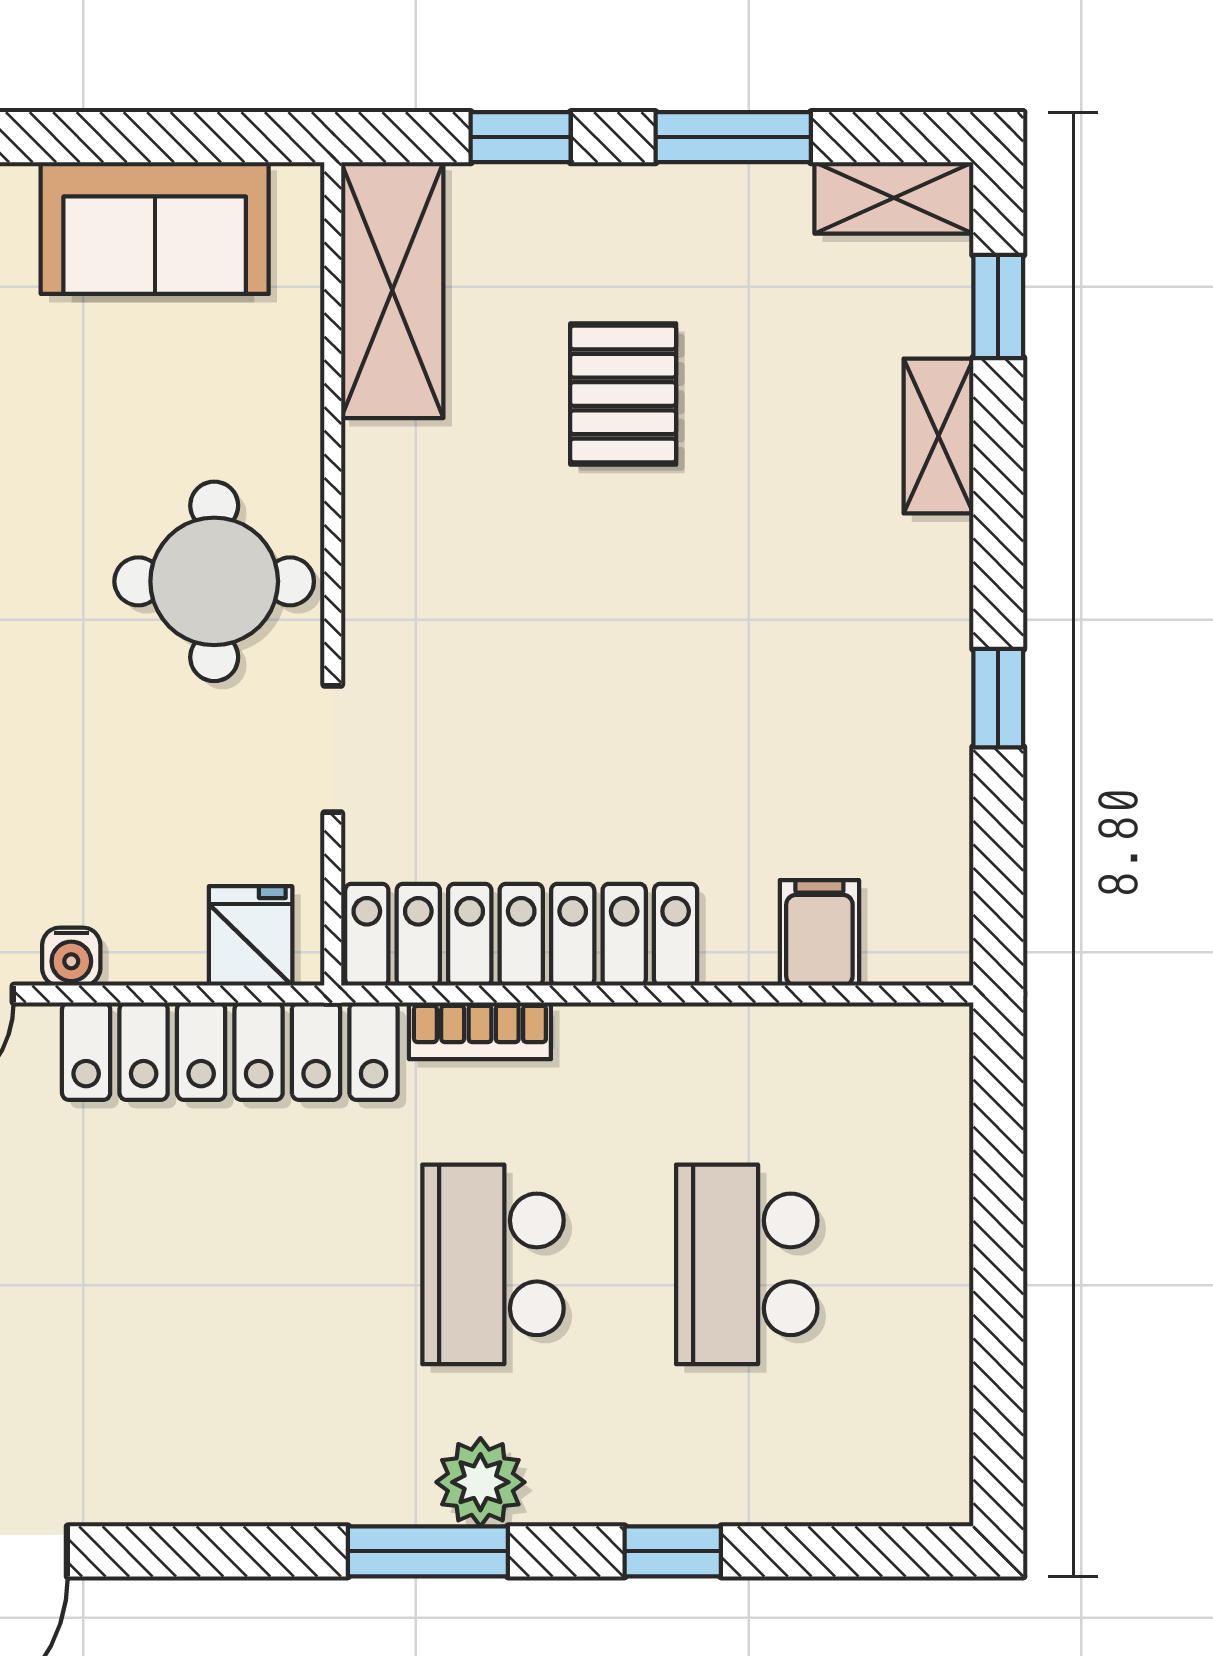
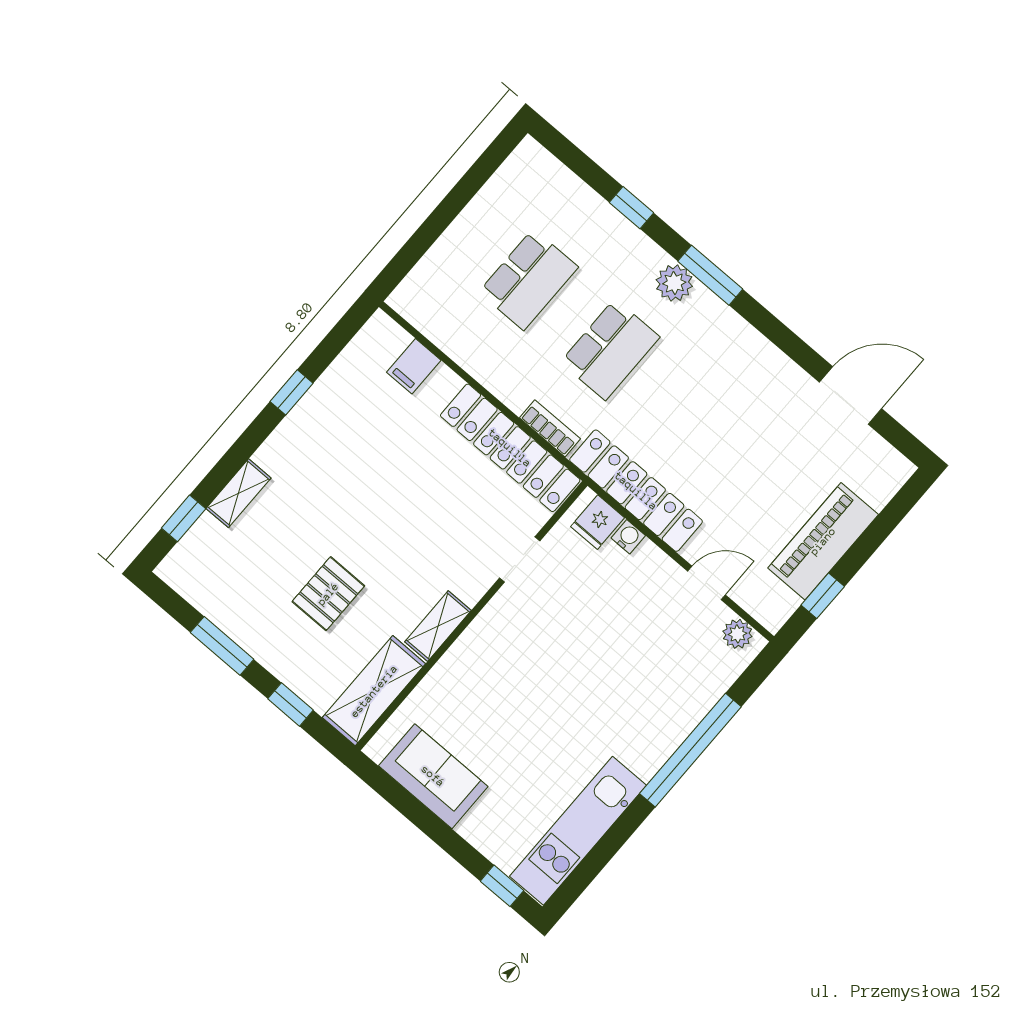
shelving: (894, 198) -> (438, 626), moved, turned 90
round table: (214, 581) -> (512, 646), removed
water cooler: (71, 957) -> (628, 537), moved

